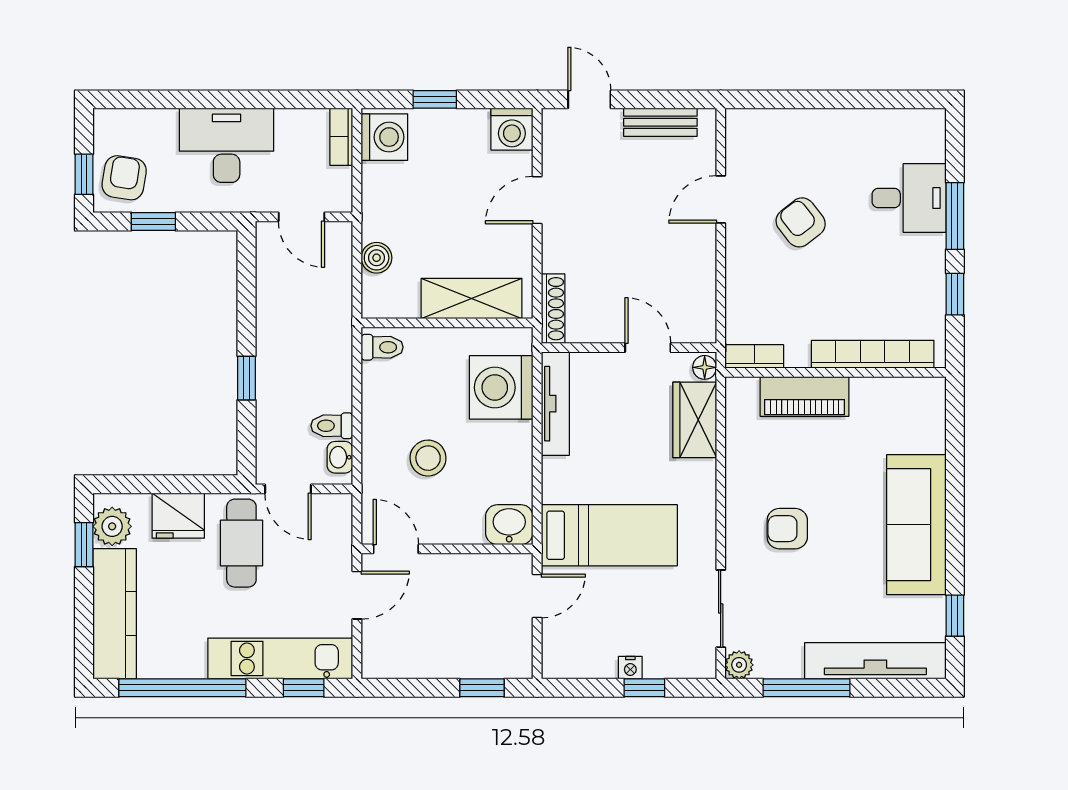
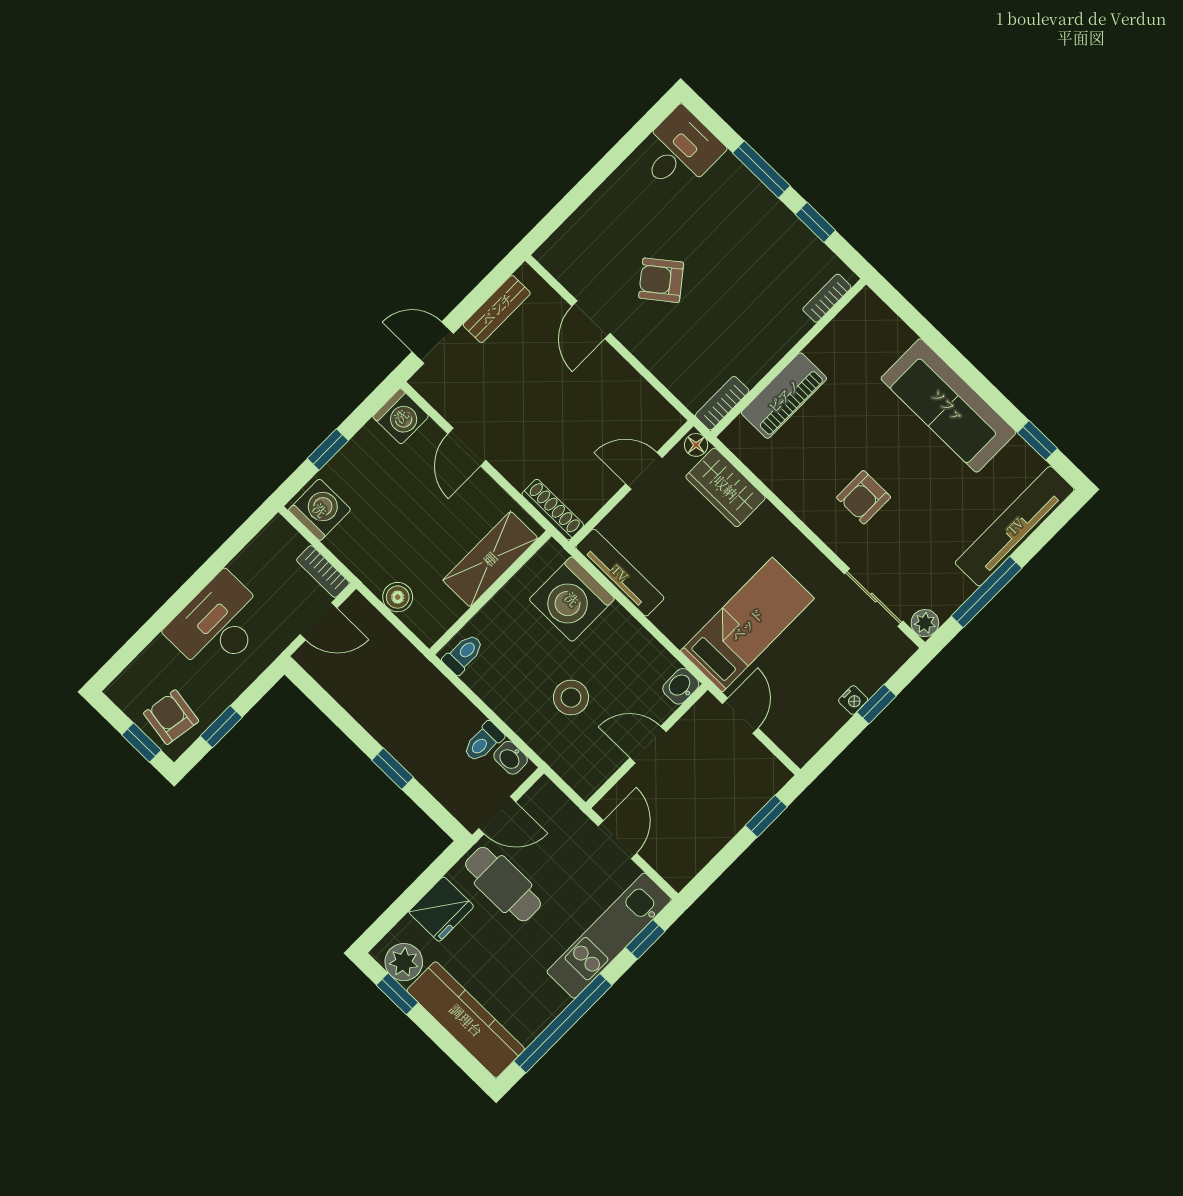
bookcase: (341, 137) -> (323, 572), moved
desk: (909, 198) -> (680, 151), moved
bookcase: (873, 354) -> (827, 298), width x0.43, depth x0.76
washbasin: (509, 525) -> (681, 686), width x0.72, depth x0.69
door: (396, 549) -> (648, 745), moved

